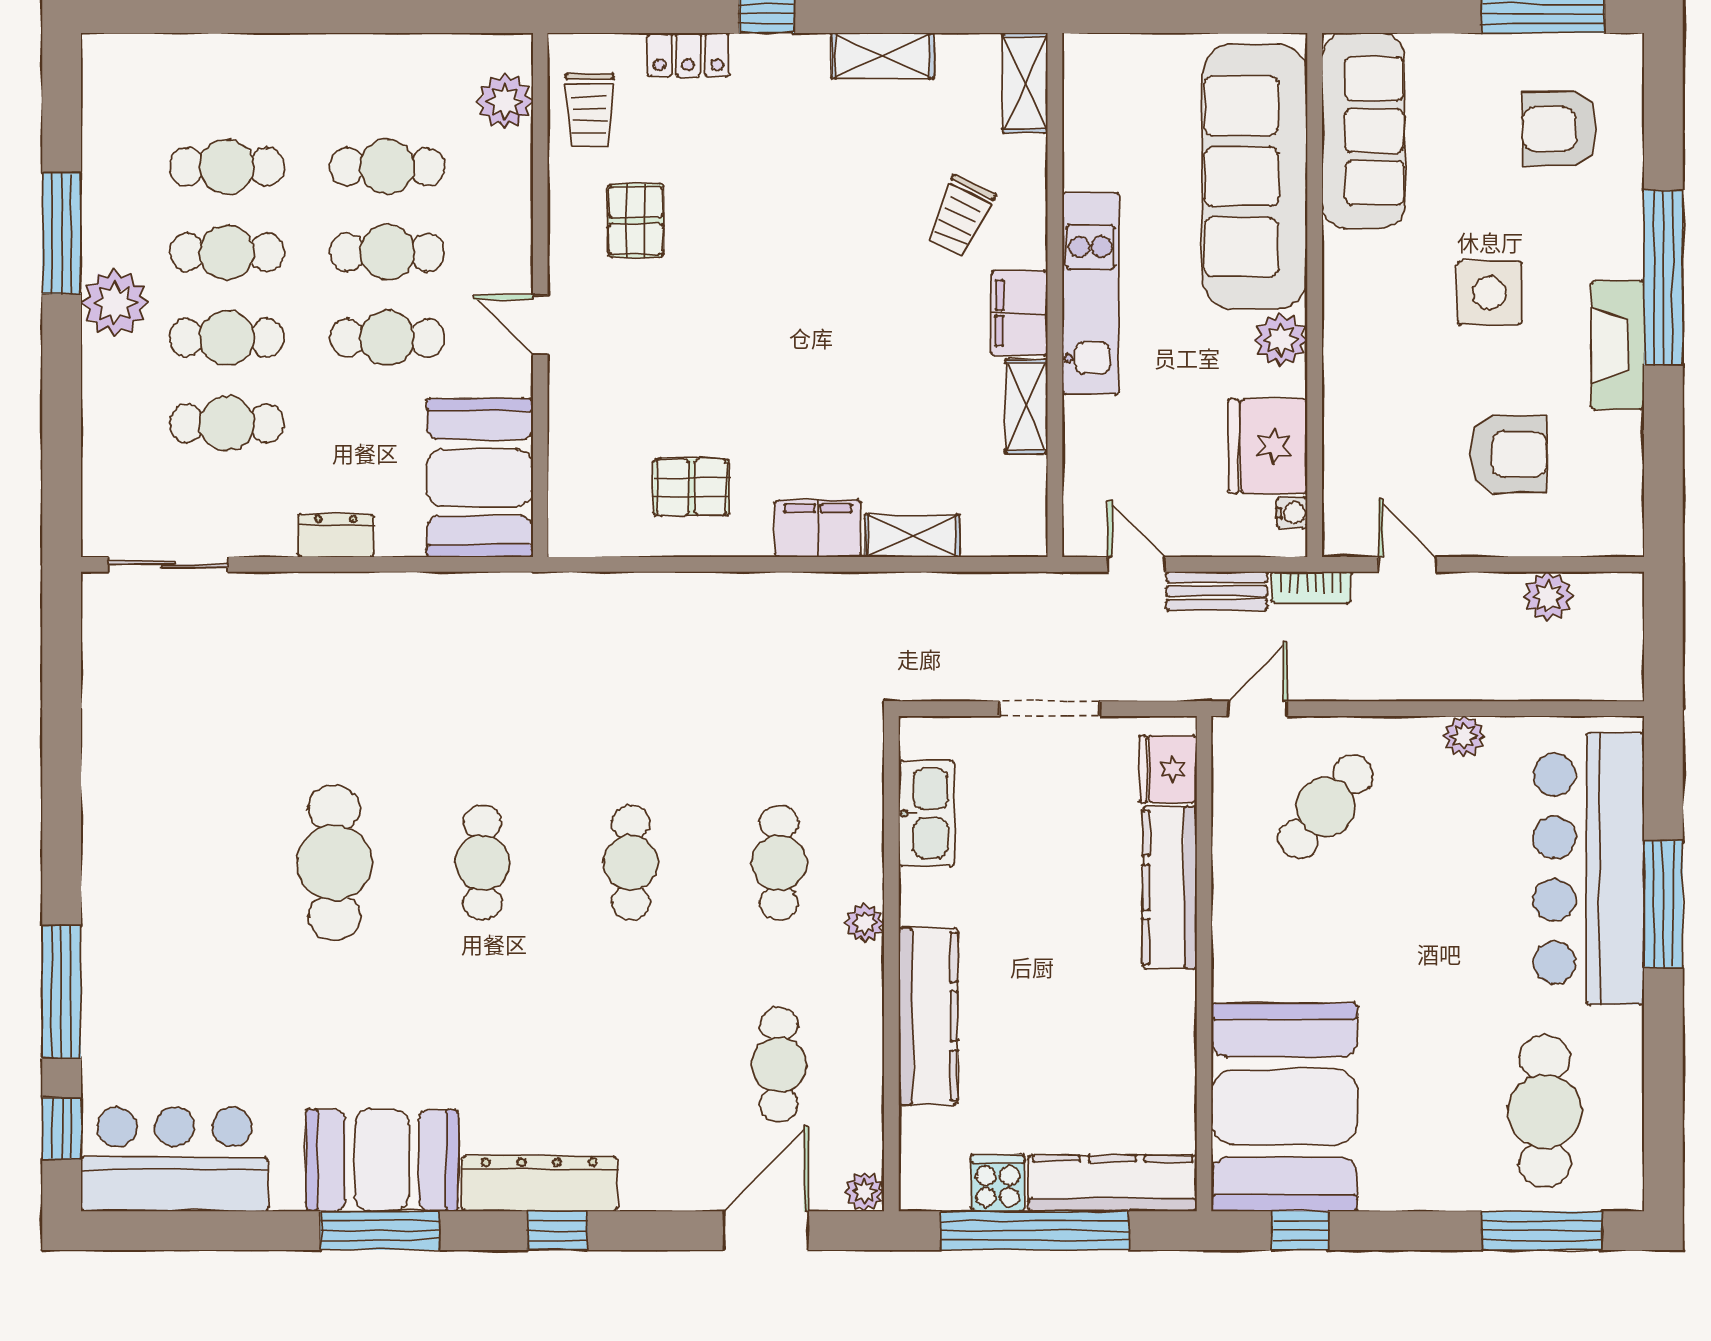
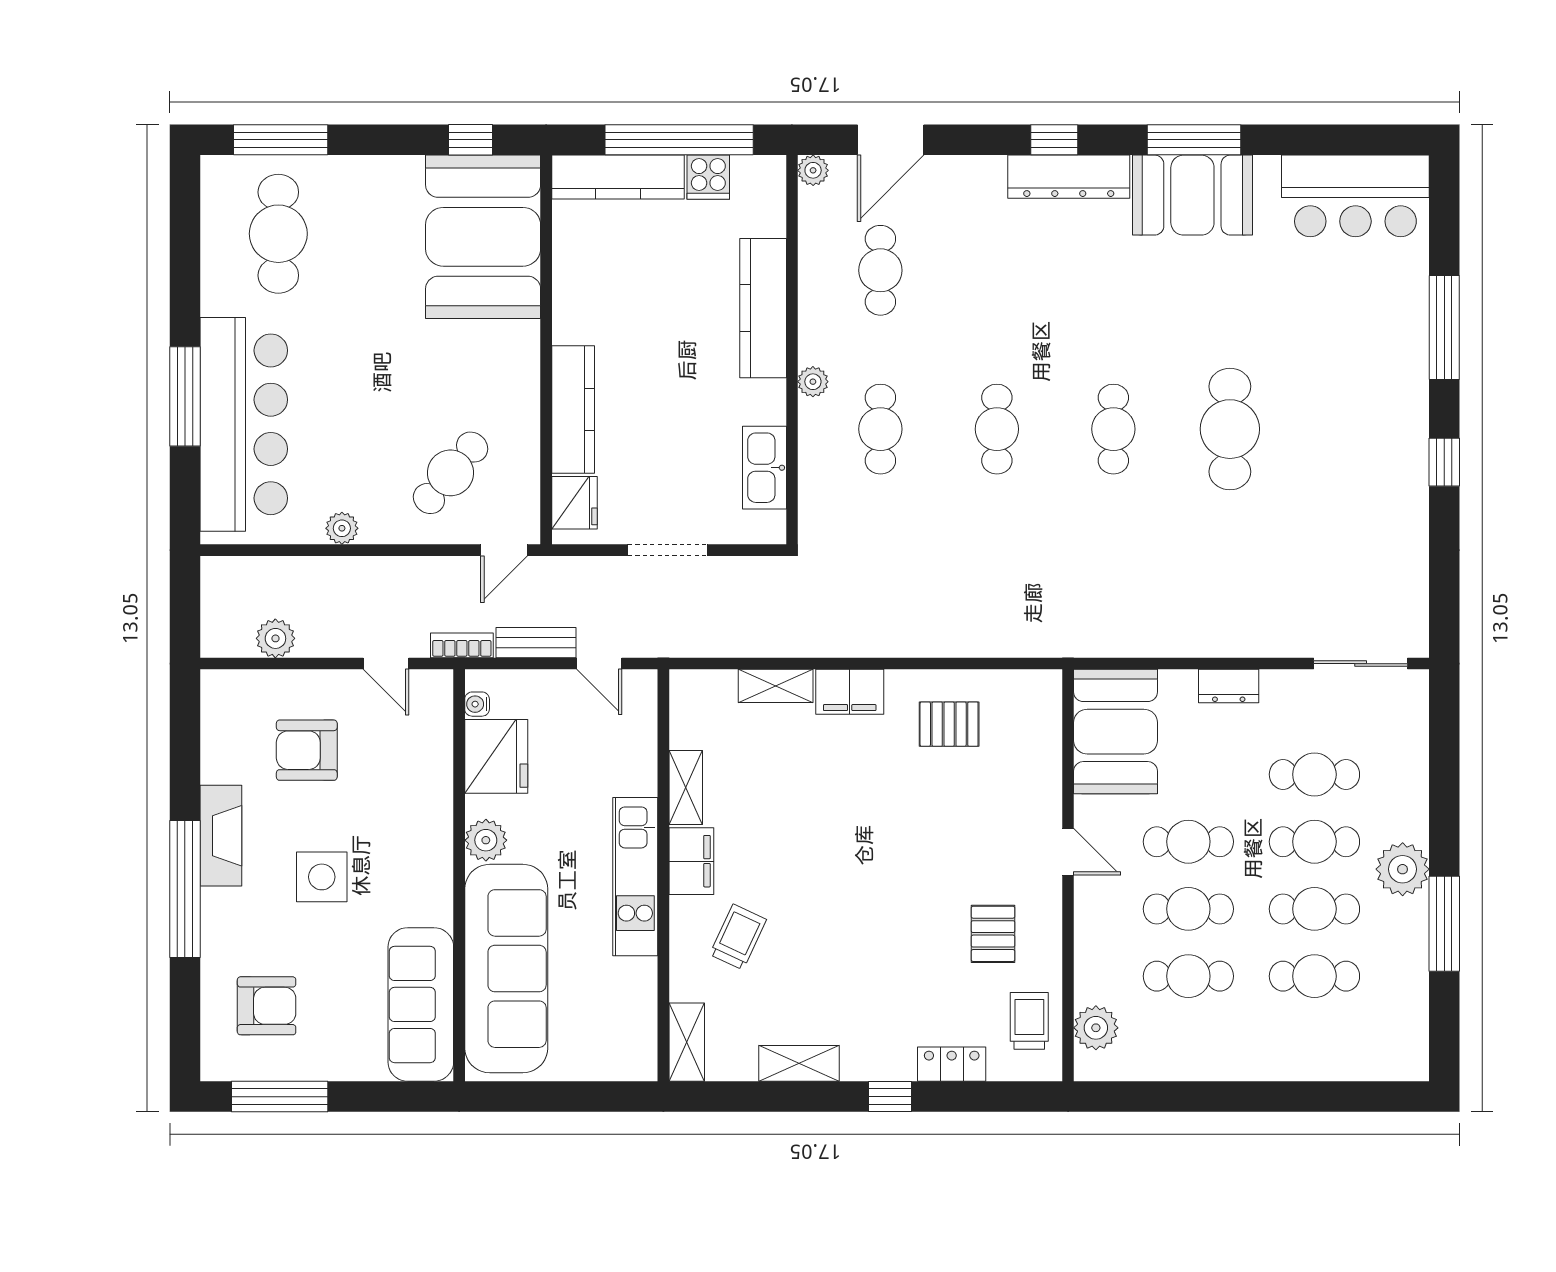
window: (62, 1129) -> (1444, 462), moved

